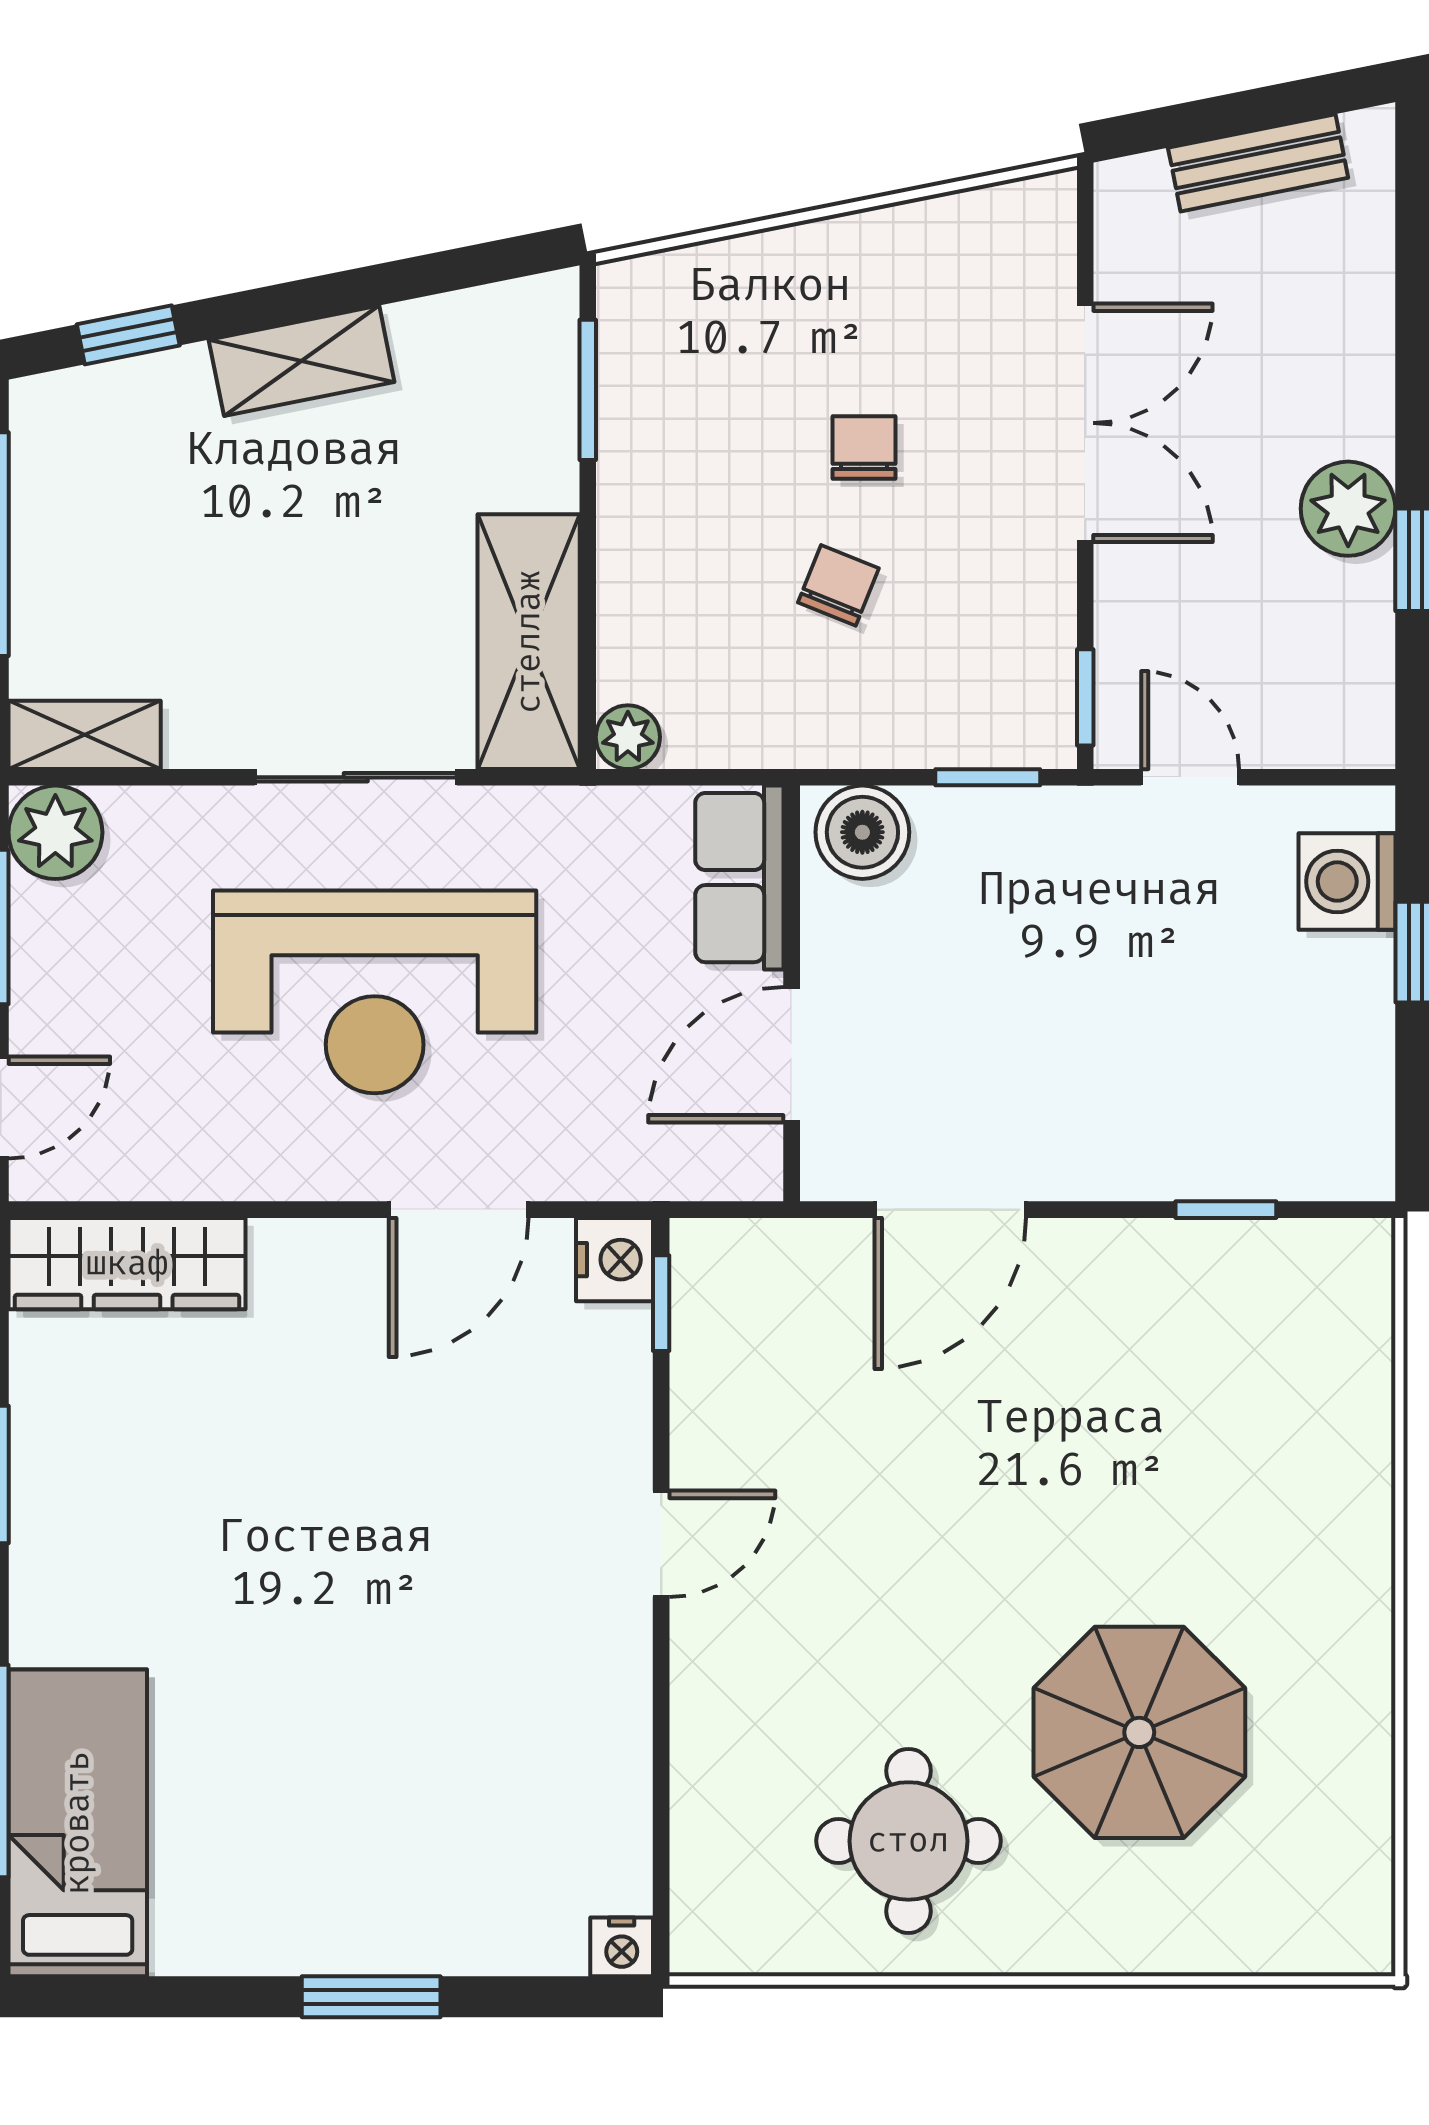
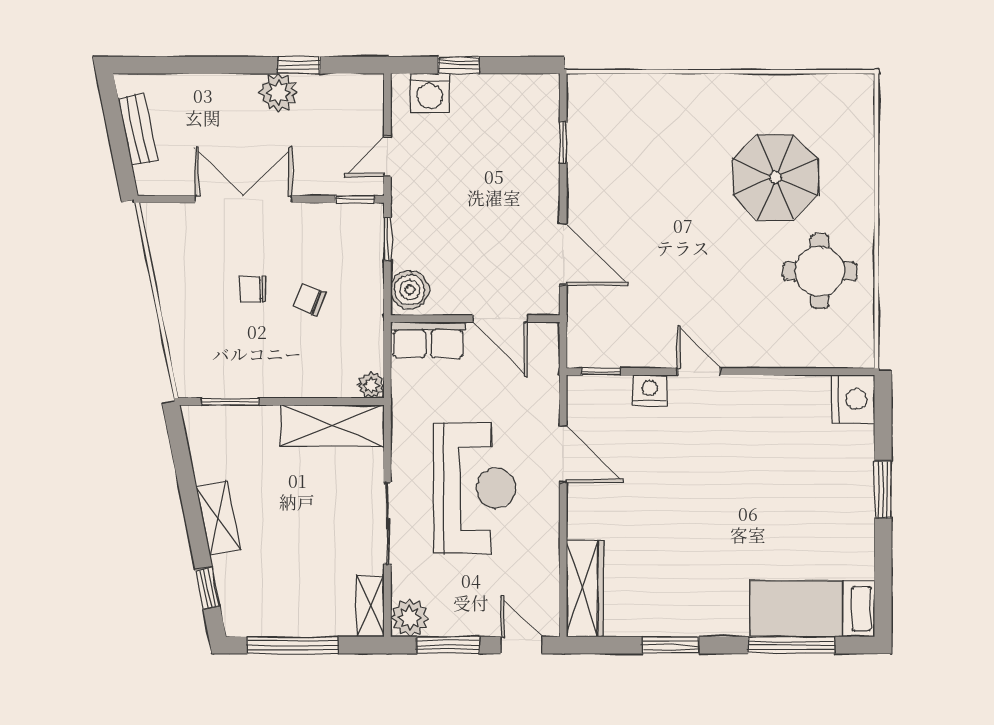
sliding door: (356, 777) -> (387, 524), moved
nightstand: (615, 1260) -> (650, 391), moved
nightstand: (622, 1947) -> (853, 399), width x1.89, depth x1.79

